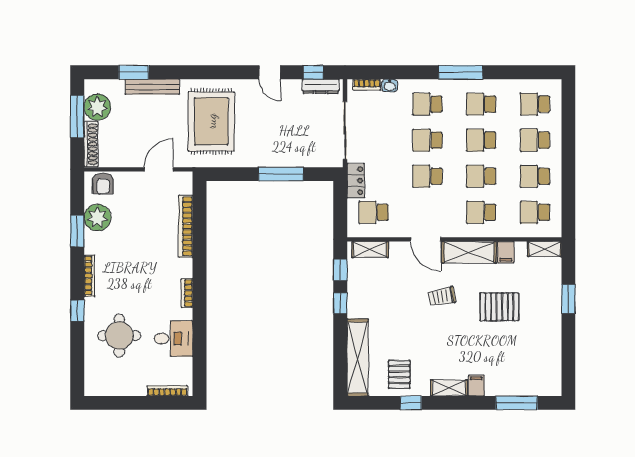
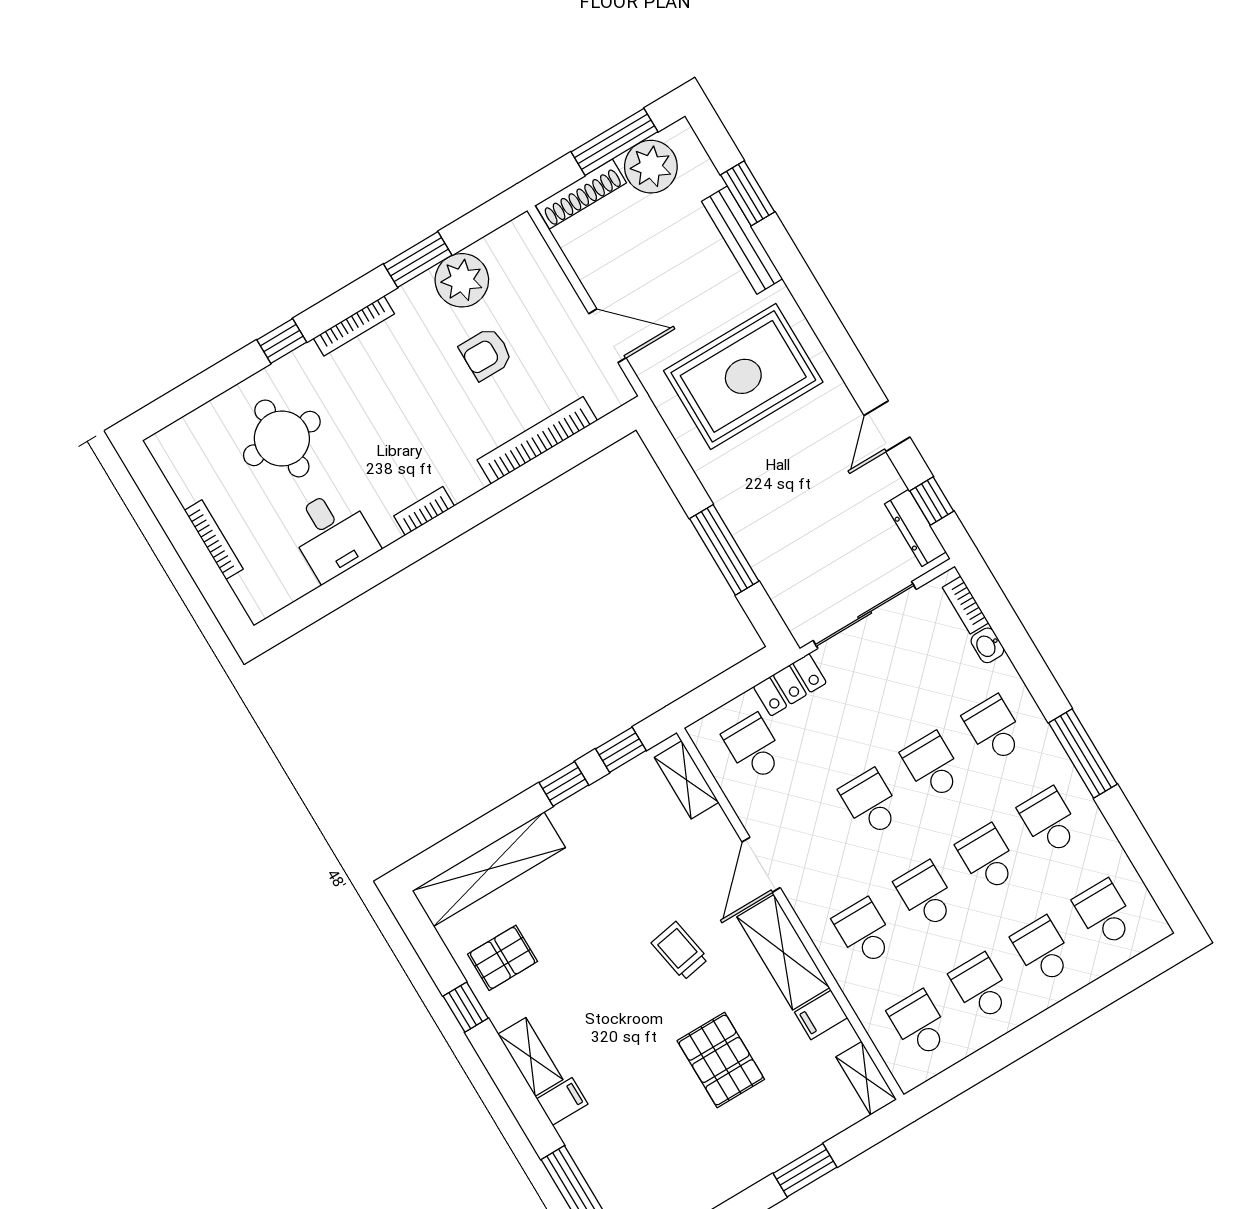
armchair: (103, 183) -> (486, 354), moved
bookcase: (167, 391) -> (214, 540), moved

